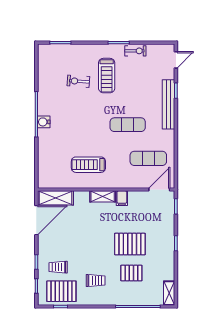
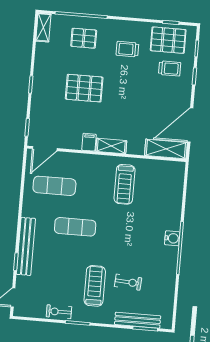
bench: (68, 49) -> (138, 320), added
treadmill: (88, 165) -> (125, 184), turned 90
pallet: (131, 273) -> (84, 38), moved

